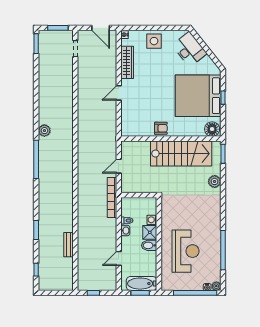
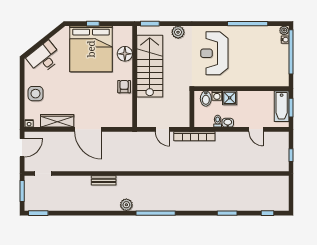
door: (119, 93) -> (88, 129), width x1.88
floor lamp: (212, 129) -> (125, 54), moved
bench: (68, 245) -> (104, 180), moved
bidet: (149, 245) -> (206, 99), moved
reception desk: (186, 251) -> (214, 53), moved, turned -90

